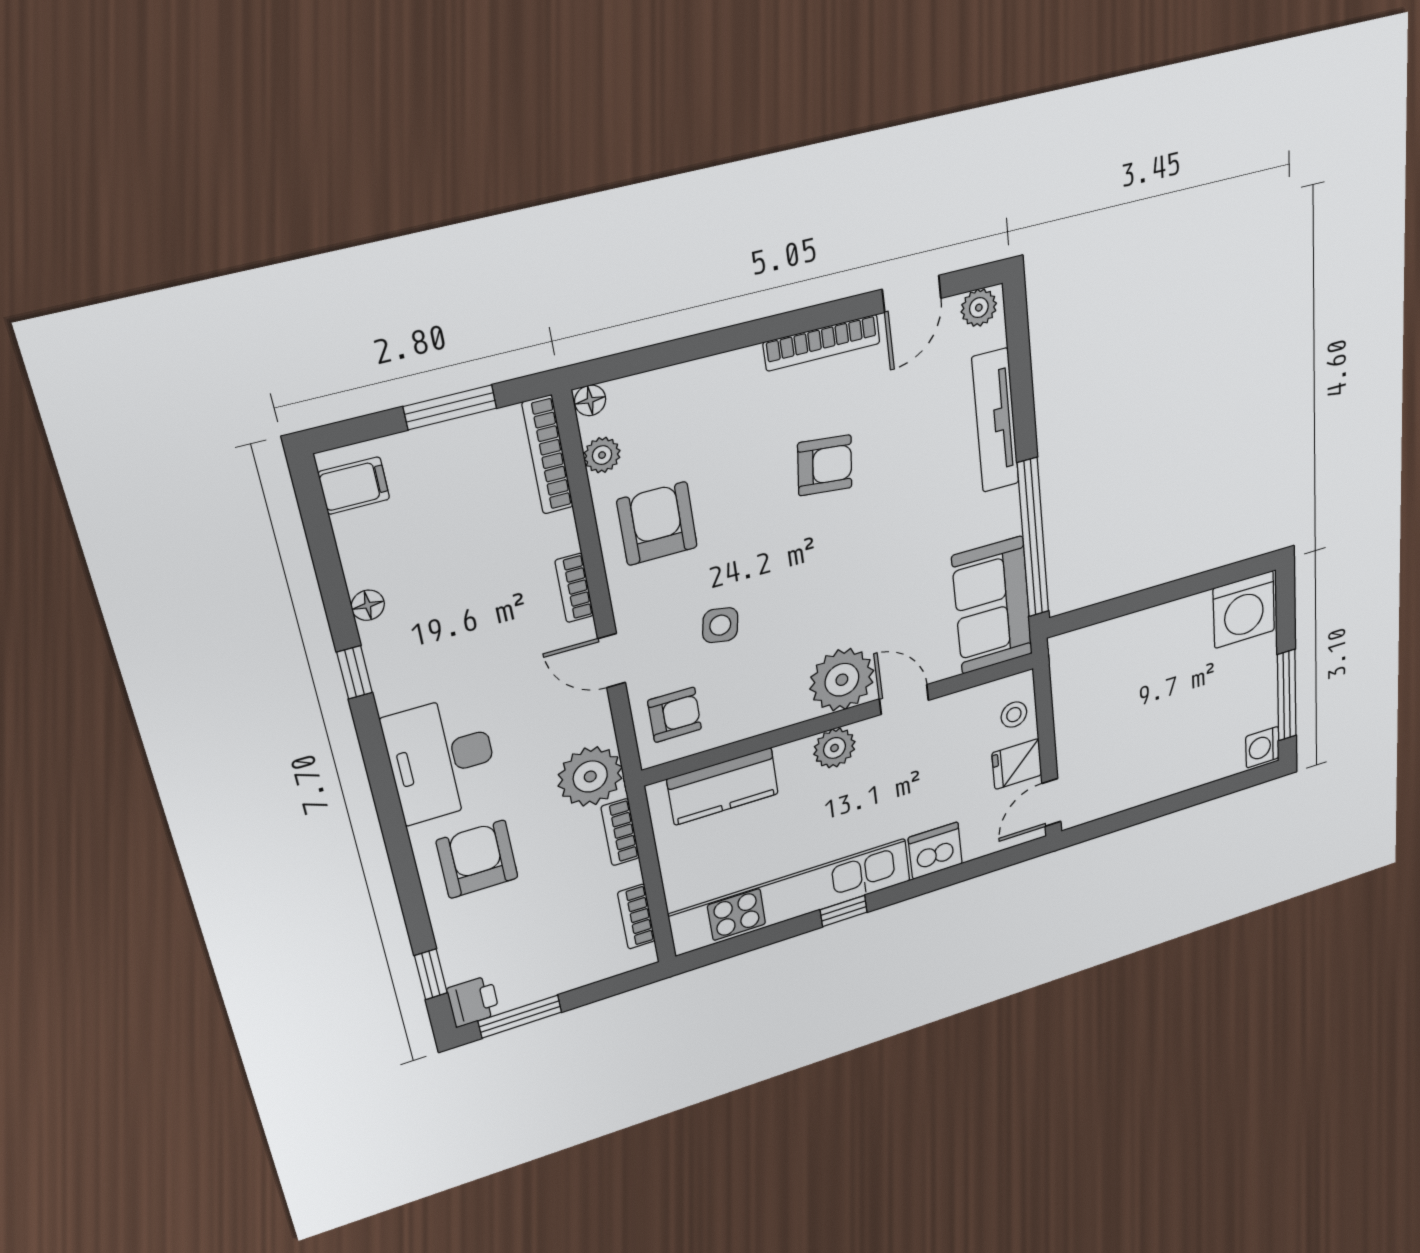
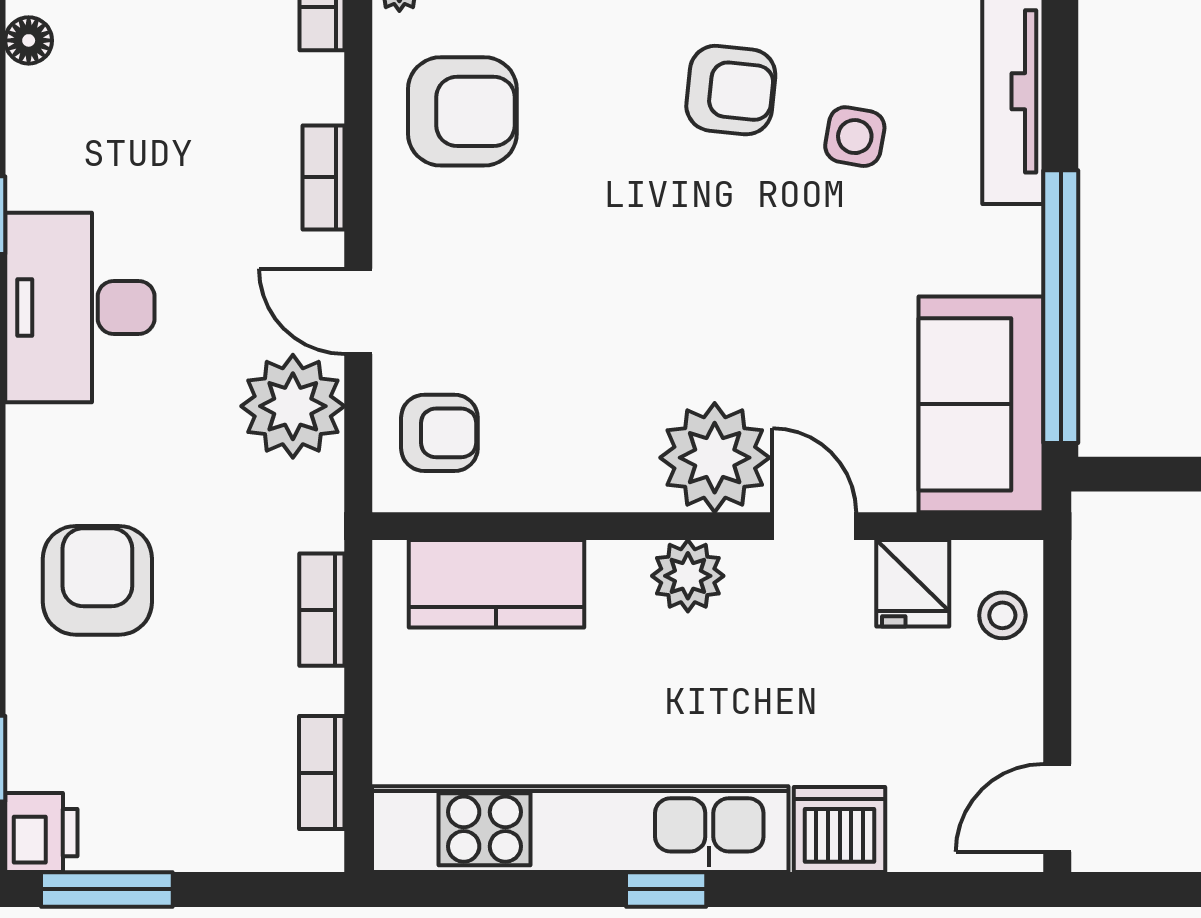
armchair: (657, 524) -> (462, 111), turned 90
floor lamp: (368, 605) -> (29, 40), moved
side table: (720, 625) -> (855, 137), moved
desk: (442, 759) -> (80, 307), moved
fridge: (1017, 764) -> (913, 583), moved, turned -90
plant: (590, 776) -> (293, 406), moved

